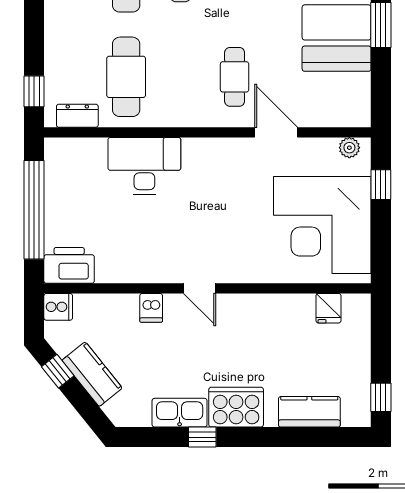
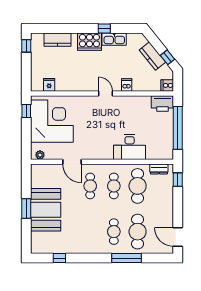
cafe table: (180, 77) -> (114, 186), added
window: (381, 185) -> (26, 111), moved

